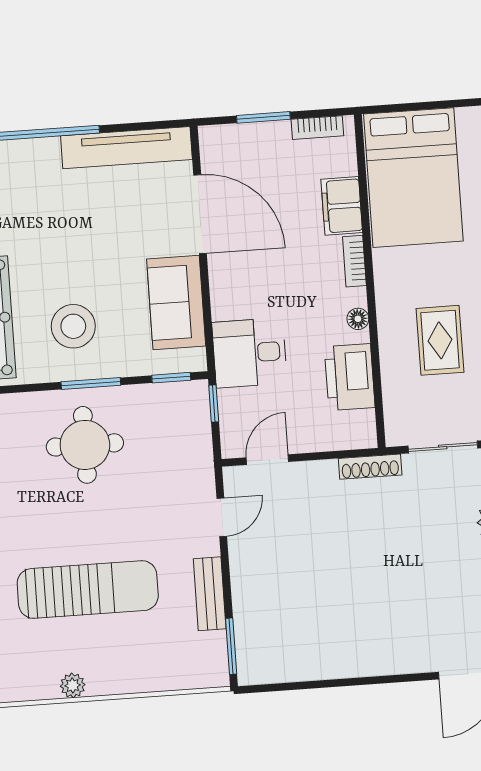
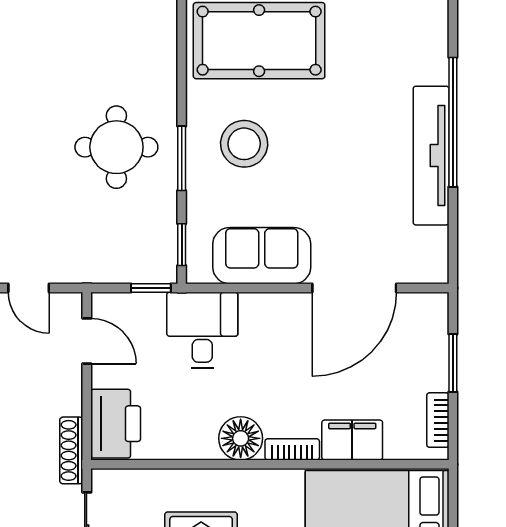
tv unit: (126, 148) -> (431, 156), moved
floor lamp: (358, 319) -> (241, 438), width x1.89, depth x1.89
printer: (350, 377) -> (116, 424), moved, turned 90

